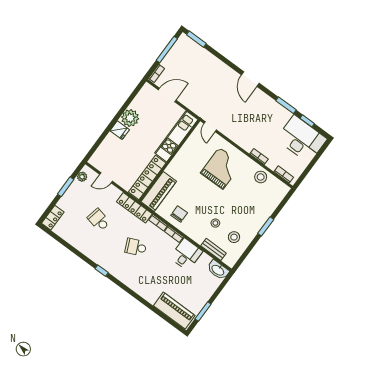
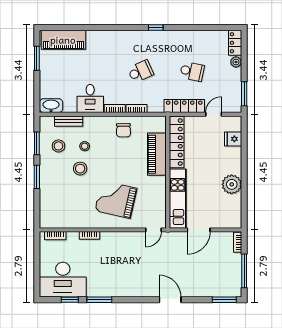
door: (250, 79) -> (170, 300), moved
door: (167, 95) -> (199, 230), moved
door: (210, 127) -> (154, 230), swing flipped
fridge: (120, 130) -> (233, 139), moved
grand piano: (221, 168) -> (116, 199), turned 103
plant: (82, 177) -> (236, 62), moved
stool: (261, 177) -> (80, 169), moved
window: (66, 187) -> (244, 94), moved
piano: (159, 191) -> (157, 154), moved
locker: (134, 208) -> (184, 106), moved
window: (248, 250) -> (37, 143), added

